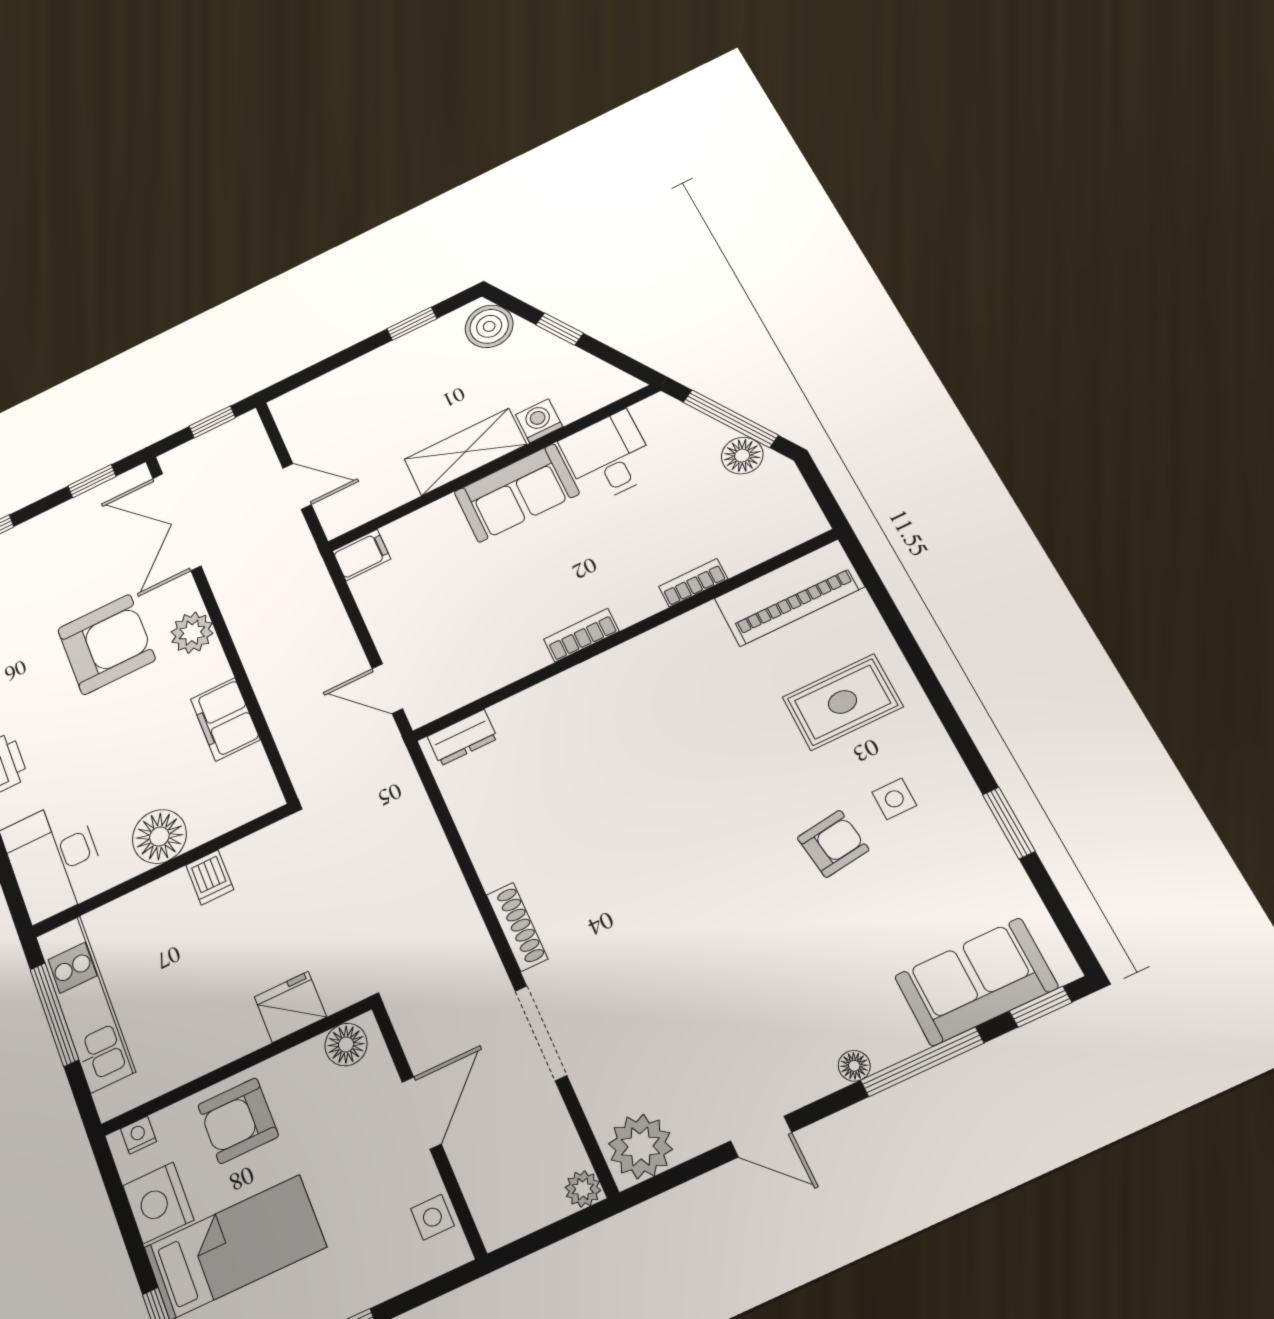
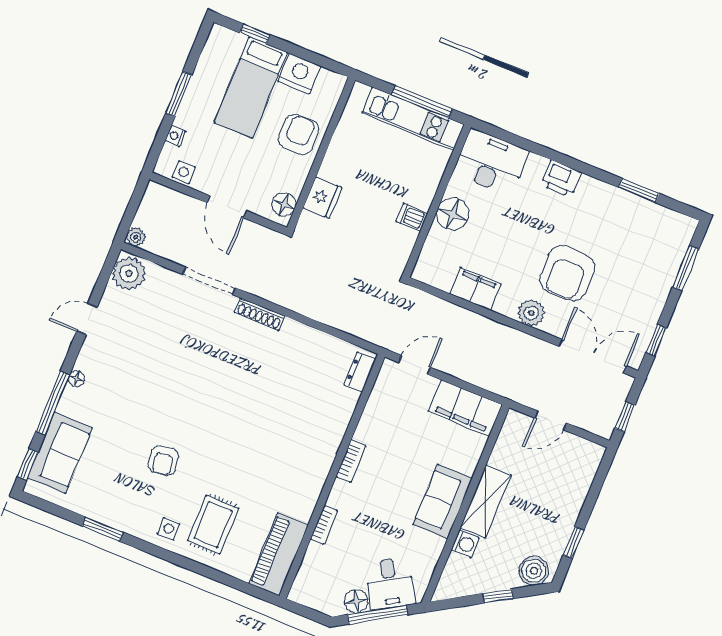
desk: (608, 457) -> (390, 583), moved, turned 59
filing cabinet: (362, 555) -> (465, 408), width x3.00, depth x1.17
side table: (894, 799) -> (169, 529), moved
nightstand: (138, 1135) -> (175, 136), moved, turned 180

